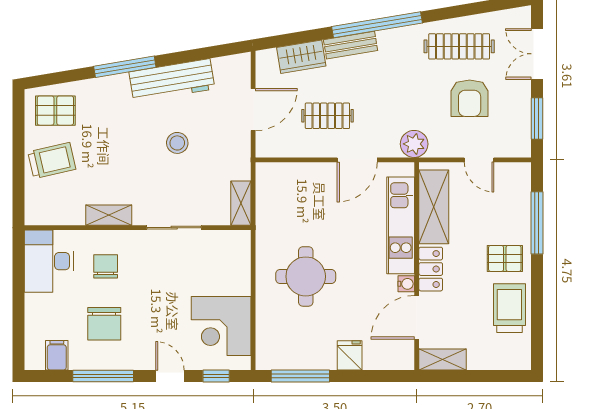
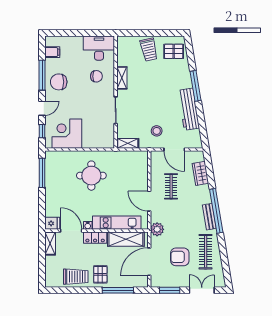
bench: (351, 45) -> (209, 217), moved
pallet: (55, 111) -> (174, 51), turned 90
stool: (177, 143) -> (157, 131), moved
door: (479, 160) -> (149, 262), width x1.88
chair: (104, 324) -> (59, 82), moved
fridge: (350, 355) -> (52, 223), moved

